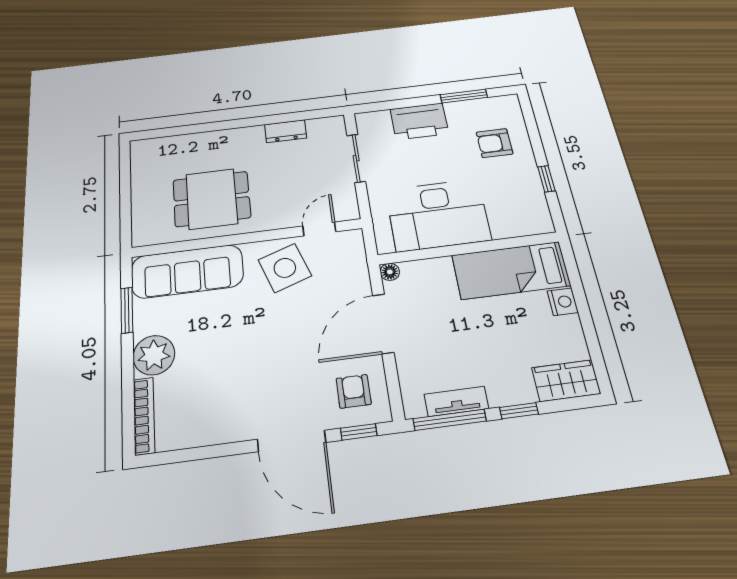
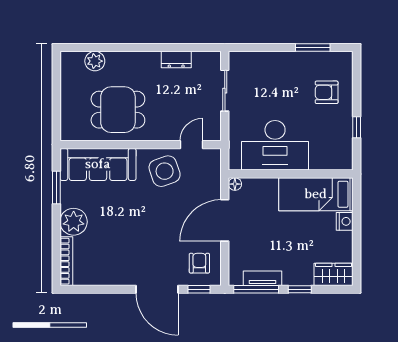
printer: (419, 121) -> (276, 65), removed
plant: (177, 146) -> (95, 61), added

